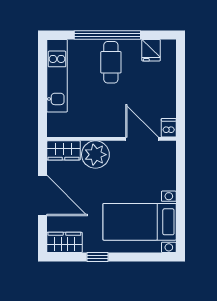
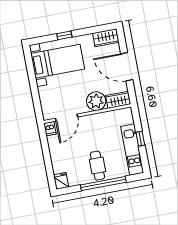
fridge: (151, 50) -> (61, 181), moved
window: (42, 89) -> (140, 139), added
door: (142, 139) -> (67, 118), hinge flipped
window: (97, 257) -> (64, 35), moved

